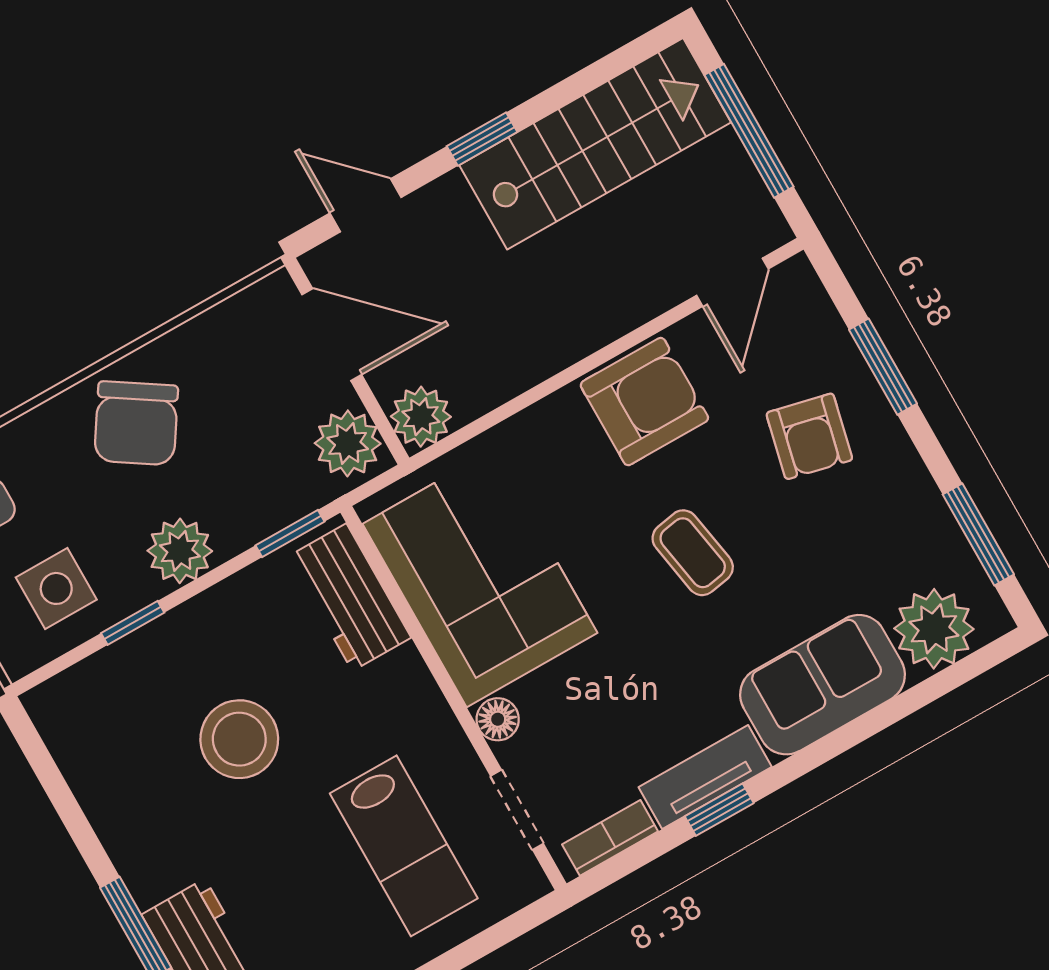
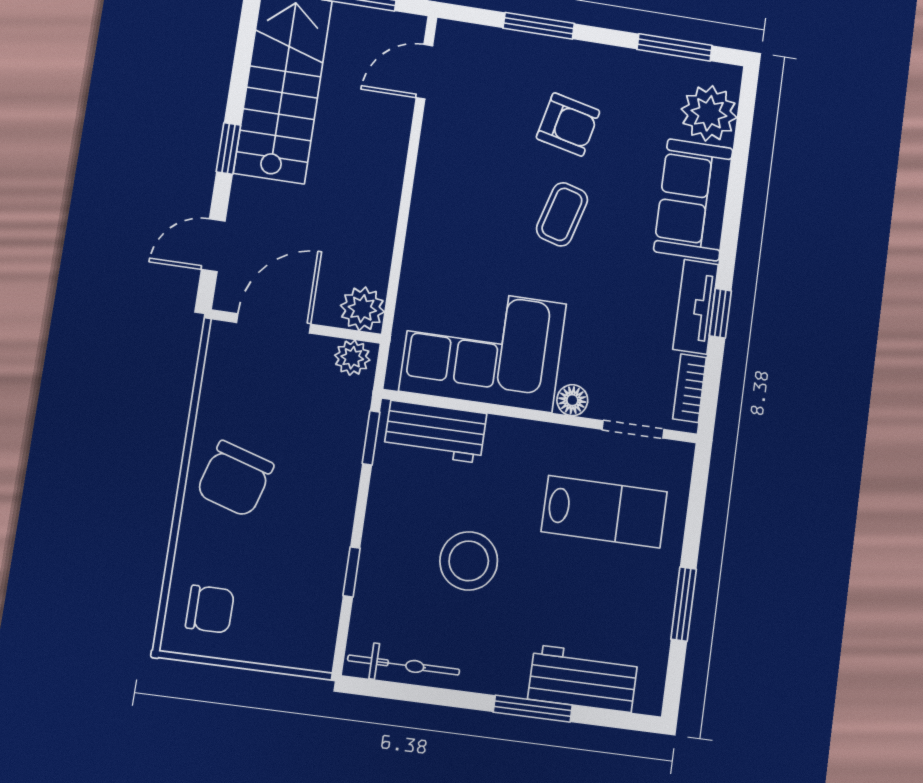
door: (732, 282) -> (424, 72), swing flipped
armchair: (644, 402) -> (454, 174), removed
chair: (136, 423) -> (235, 479), turned 74
armchair: (809, 436) -> (568, 125), moved
plant: (348, 443) -> (352, 358), width x0.73, depth x0.73
plant: (180, 551) -> (331, 511), removed
coffee table: (693, 553) -> (562, 214), turned -64
side table: (56, 588) -> (296, 602), removed
bicycle: (77, 754) -> (404, 665), added

